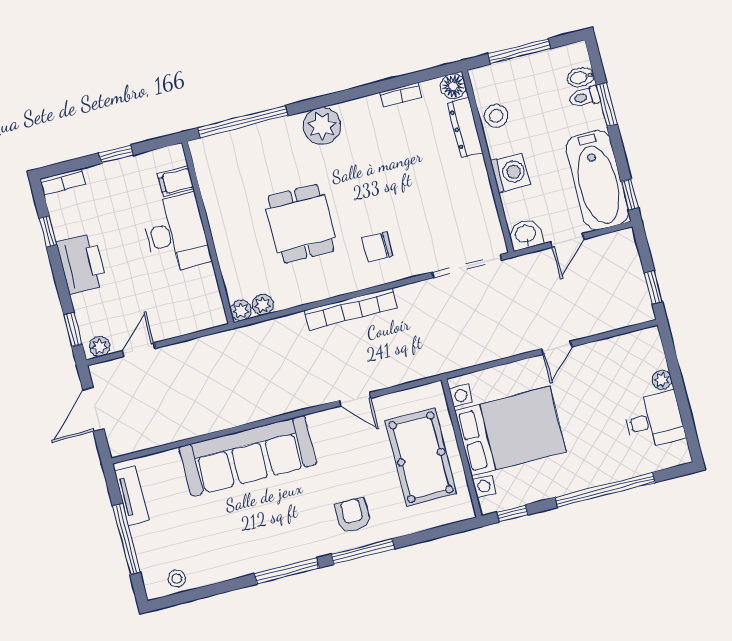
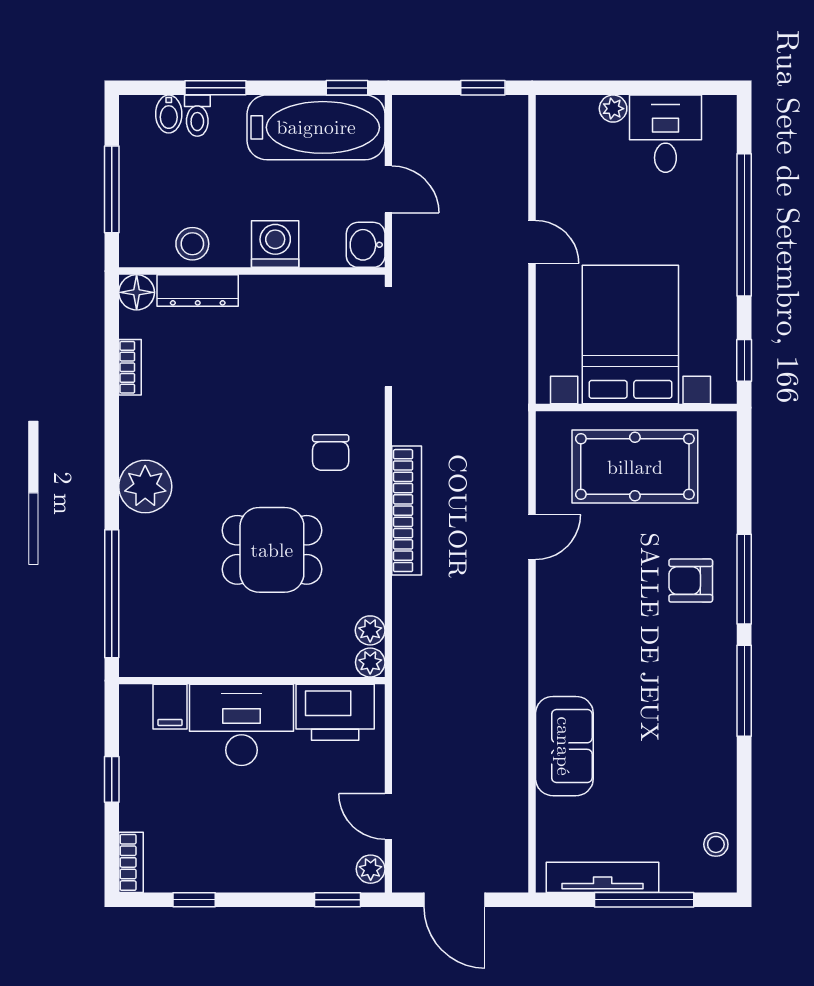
printer: (82, 264) -> (335, 712), moved, turned 180
sofa: (248, 456) -> (564, 746), width x0.54, depth x0.79
tv unit: (132, 496) -> (603, 877), width x1.41

